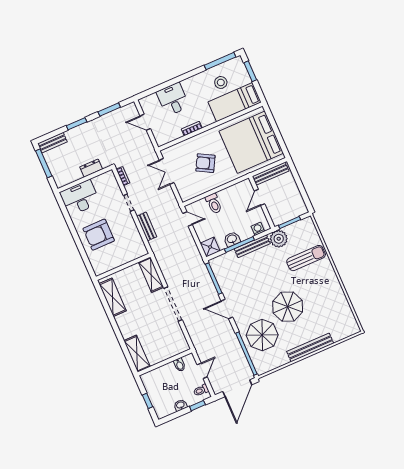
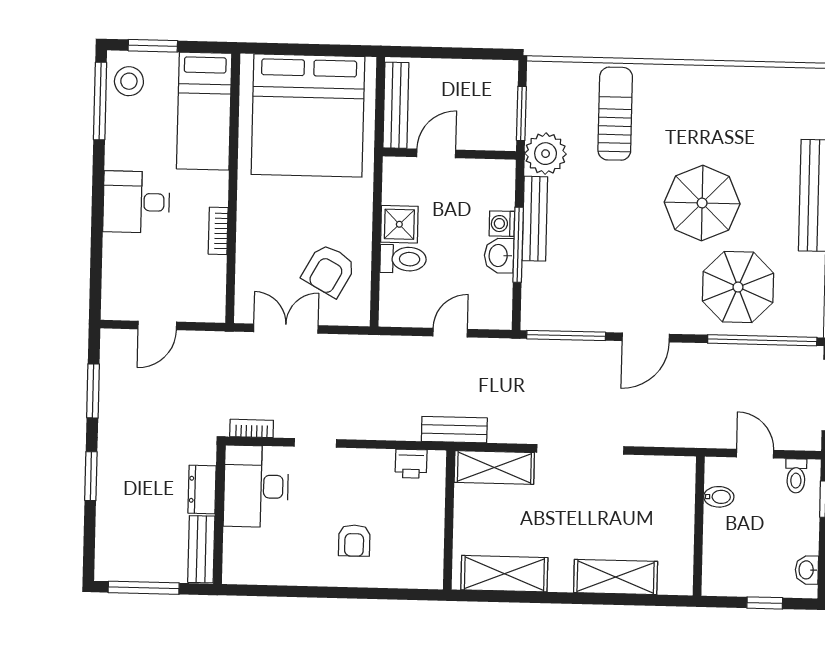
stool: (221, 82) -> (129, 81), moved
desk: (173, 99) -> (136, 202), moved
bench: (52, 143) -> (201, 549), moved
armchair: (205, 163) -> (329, 270), moved
double door: (167, 171) -> (286, 329), swing flipped
door: (259, 197) -> (436, 153), swing flipped
desk: (80, 198) -> (256, 486), moved
door: (188, 219) -> (450, 333), moved
bench: (147, 226) -> (454, 430), moved
washing machine: (258, 229) -> (502, 224), moved
armchair: (99, 235) -> (354, 541), width x0.53, depth x0.53
printer: (138, 243) -> (411, 464), added
shower: (210, 247) -> (399, 224), moved
shelving: (137, 354) -> (616, 577), moved
washbasin: (180, 405) -> (807, 570), moved

